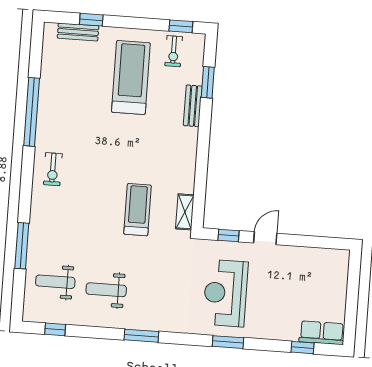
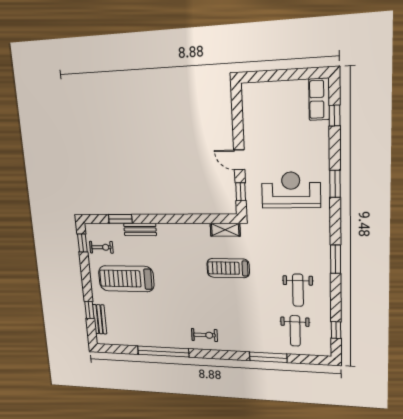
reception desk: (225, 293) -> (291, 190), turned 180

